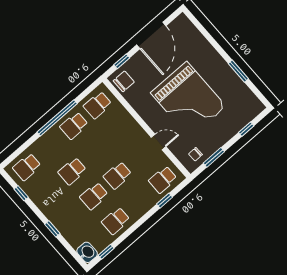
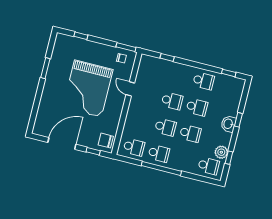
grand piano: (188, 100) -> (88, 89), turned 180
window: (214, 157) -> (126, 47), moved
school desk: (163, 180) -> (165, 127), moved
plant: (32, 189) -> (221, 152), added
washbasin: (87, 252) -> (228, 124), moved

